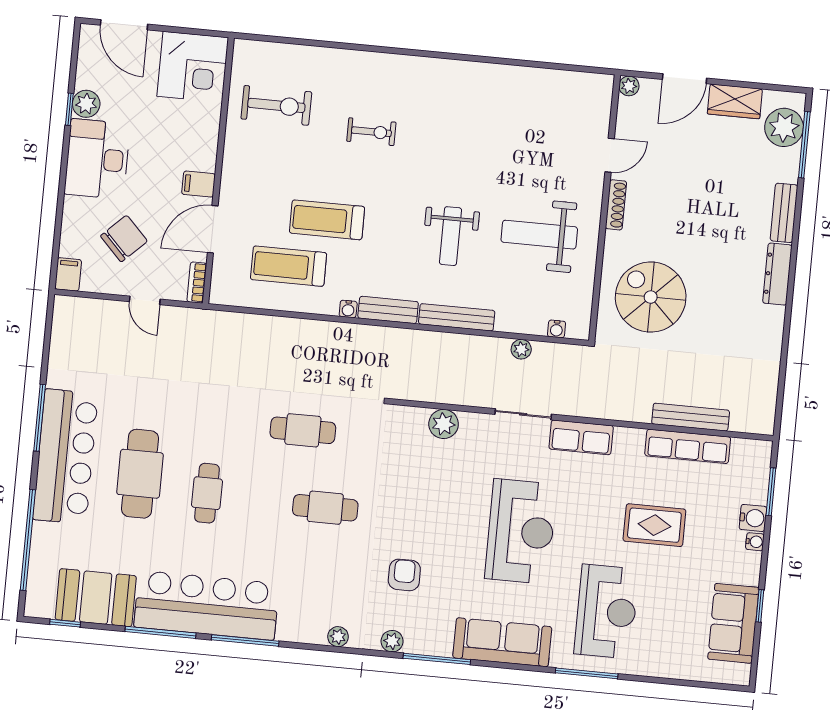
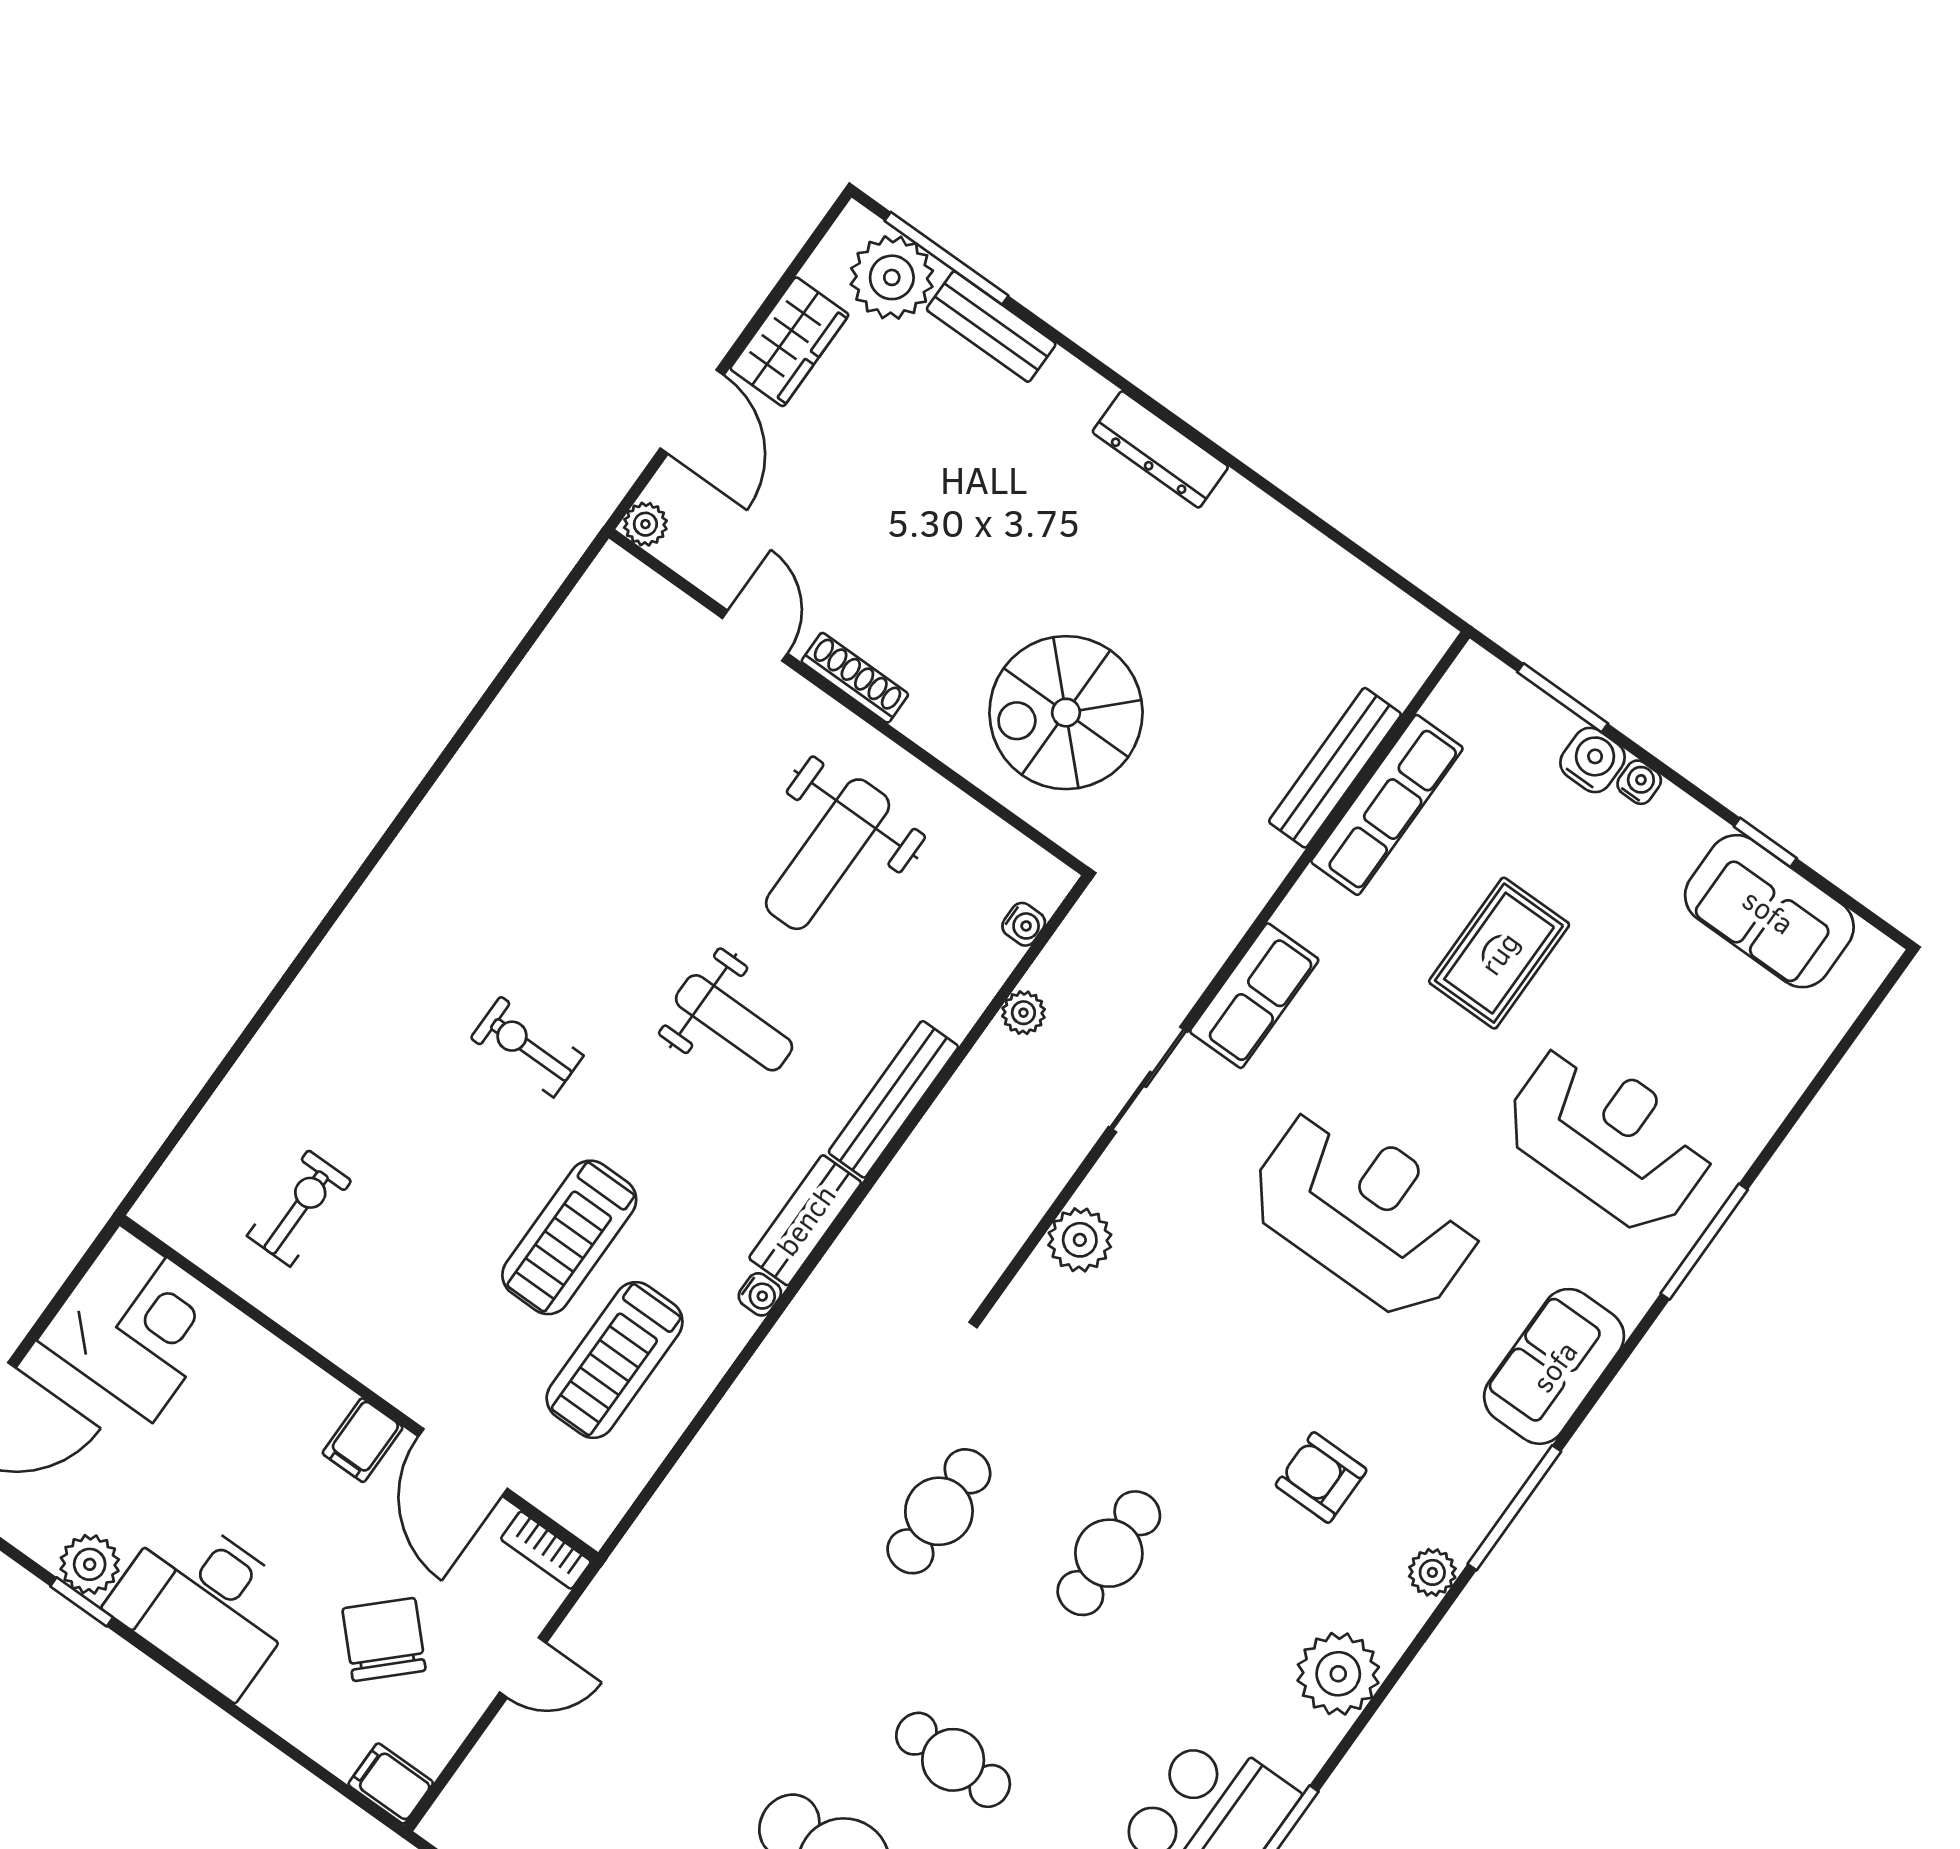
exercise bike: (276, 105) -> (299, 1208), width x0.73, depth x0.72
exercise bike: (371, 132) -> (527, 1047), moved, turned -90
bench: (784, 213) -> (991, 327), moved
plant: (338, 637) -> (1338, 1674), width x1.88, depth x1.88
sofa: (502, 642) -> (1554, 1366), width x0.73

